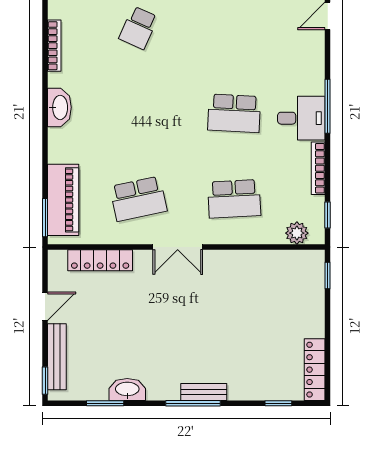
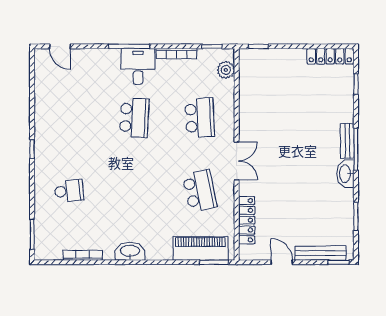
school desk: (138, 28) -> (69, 191), turned -30
washbasin: (127, 390) -> (345, 174), moved

